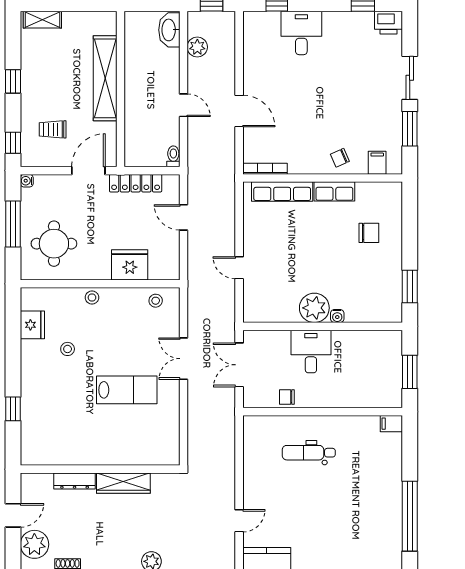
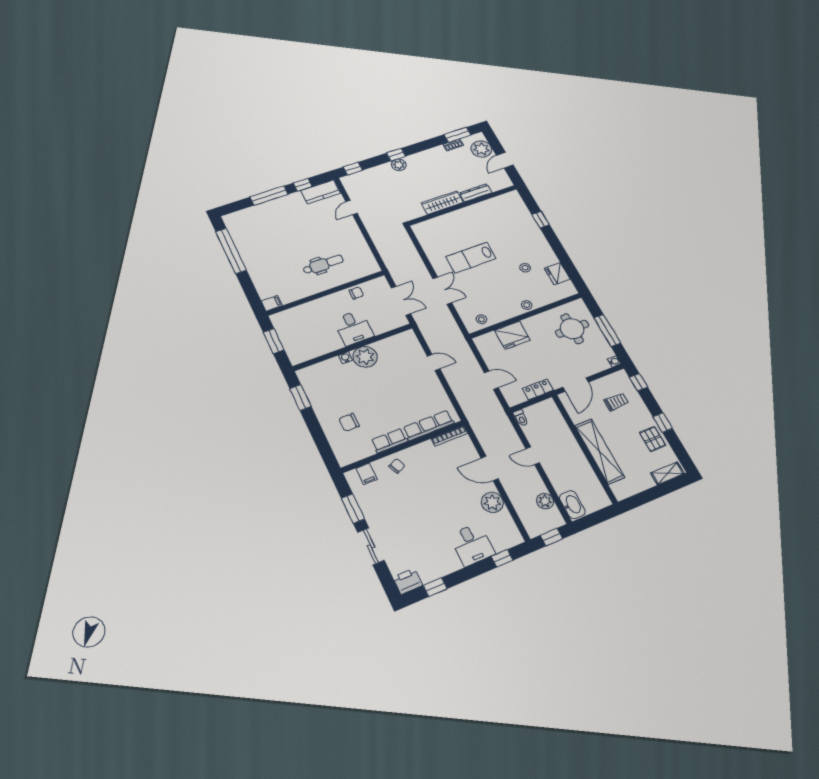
pallet: (36, 67) -> (653, 439), added
plant: (256, 71) -> (492, 502), added
locker: (136, 183) -> (538, 389), width x0.66

